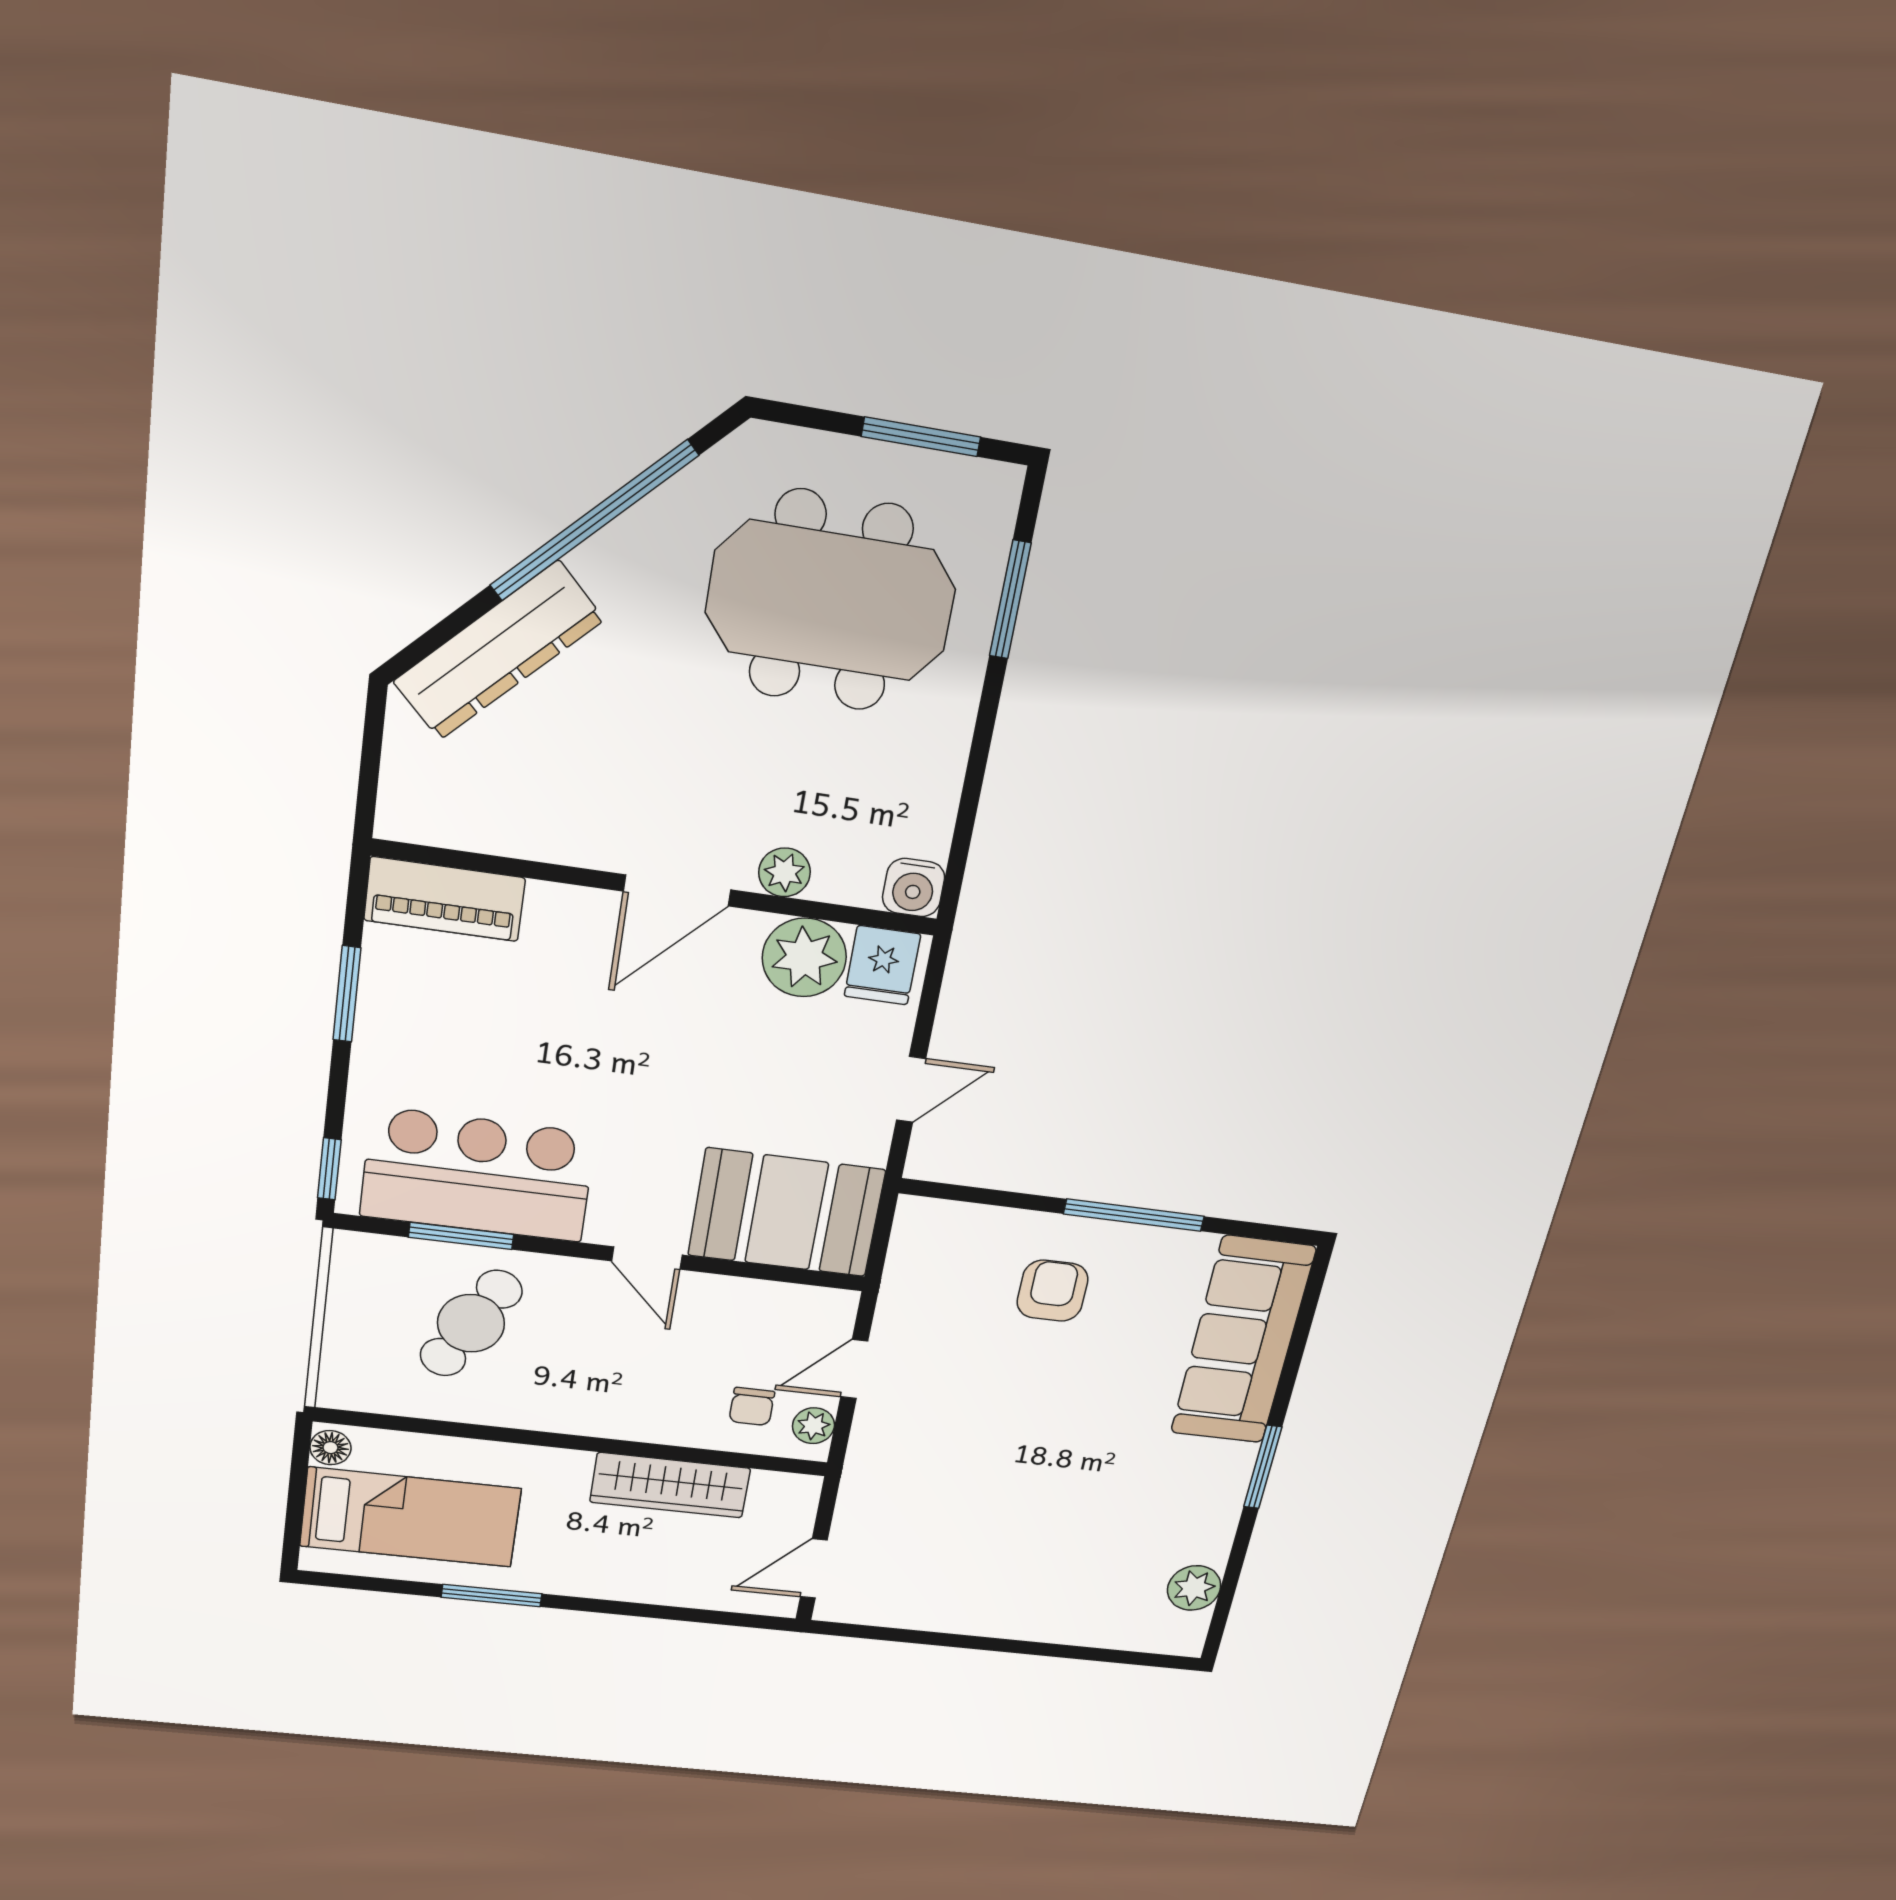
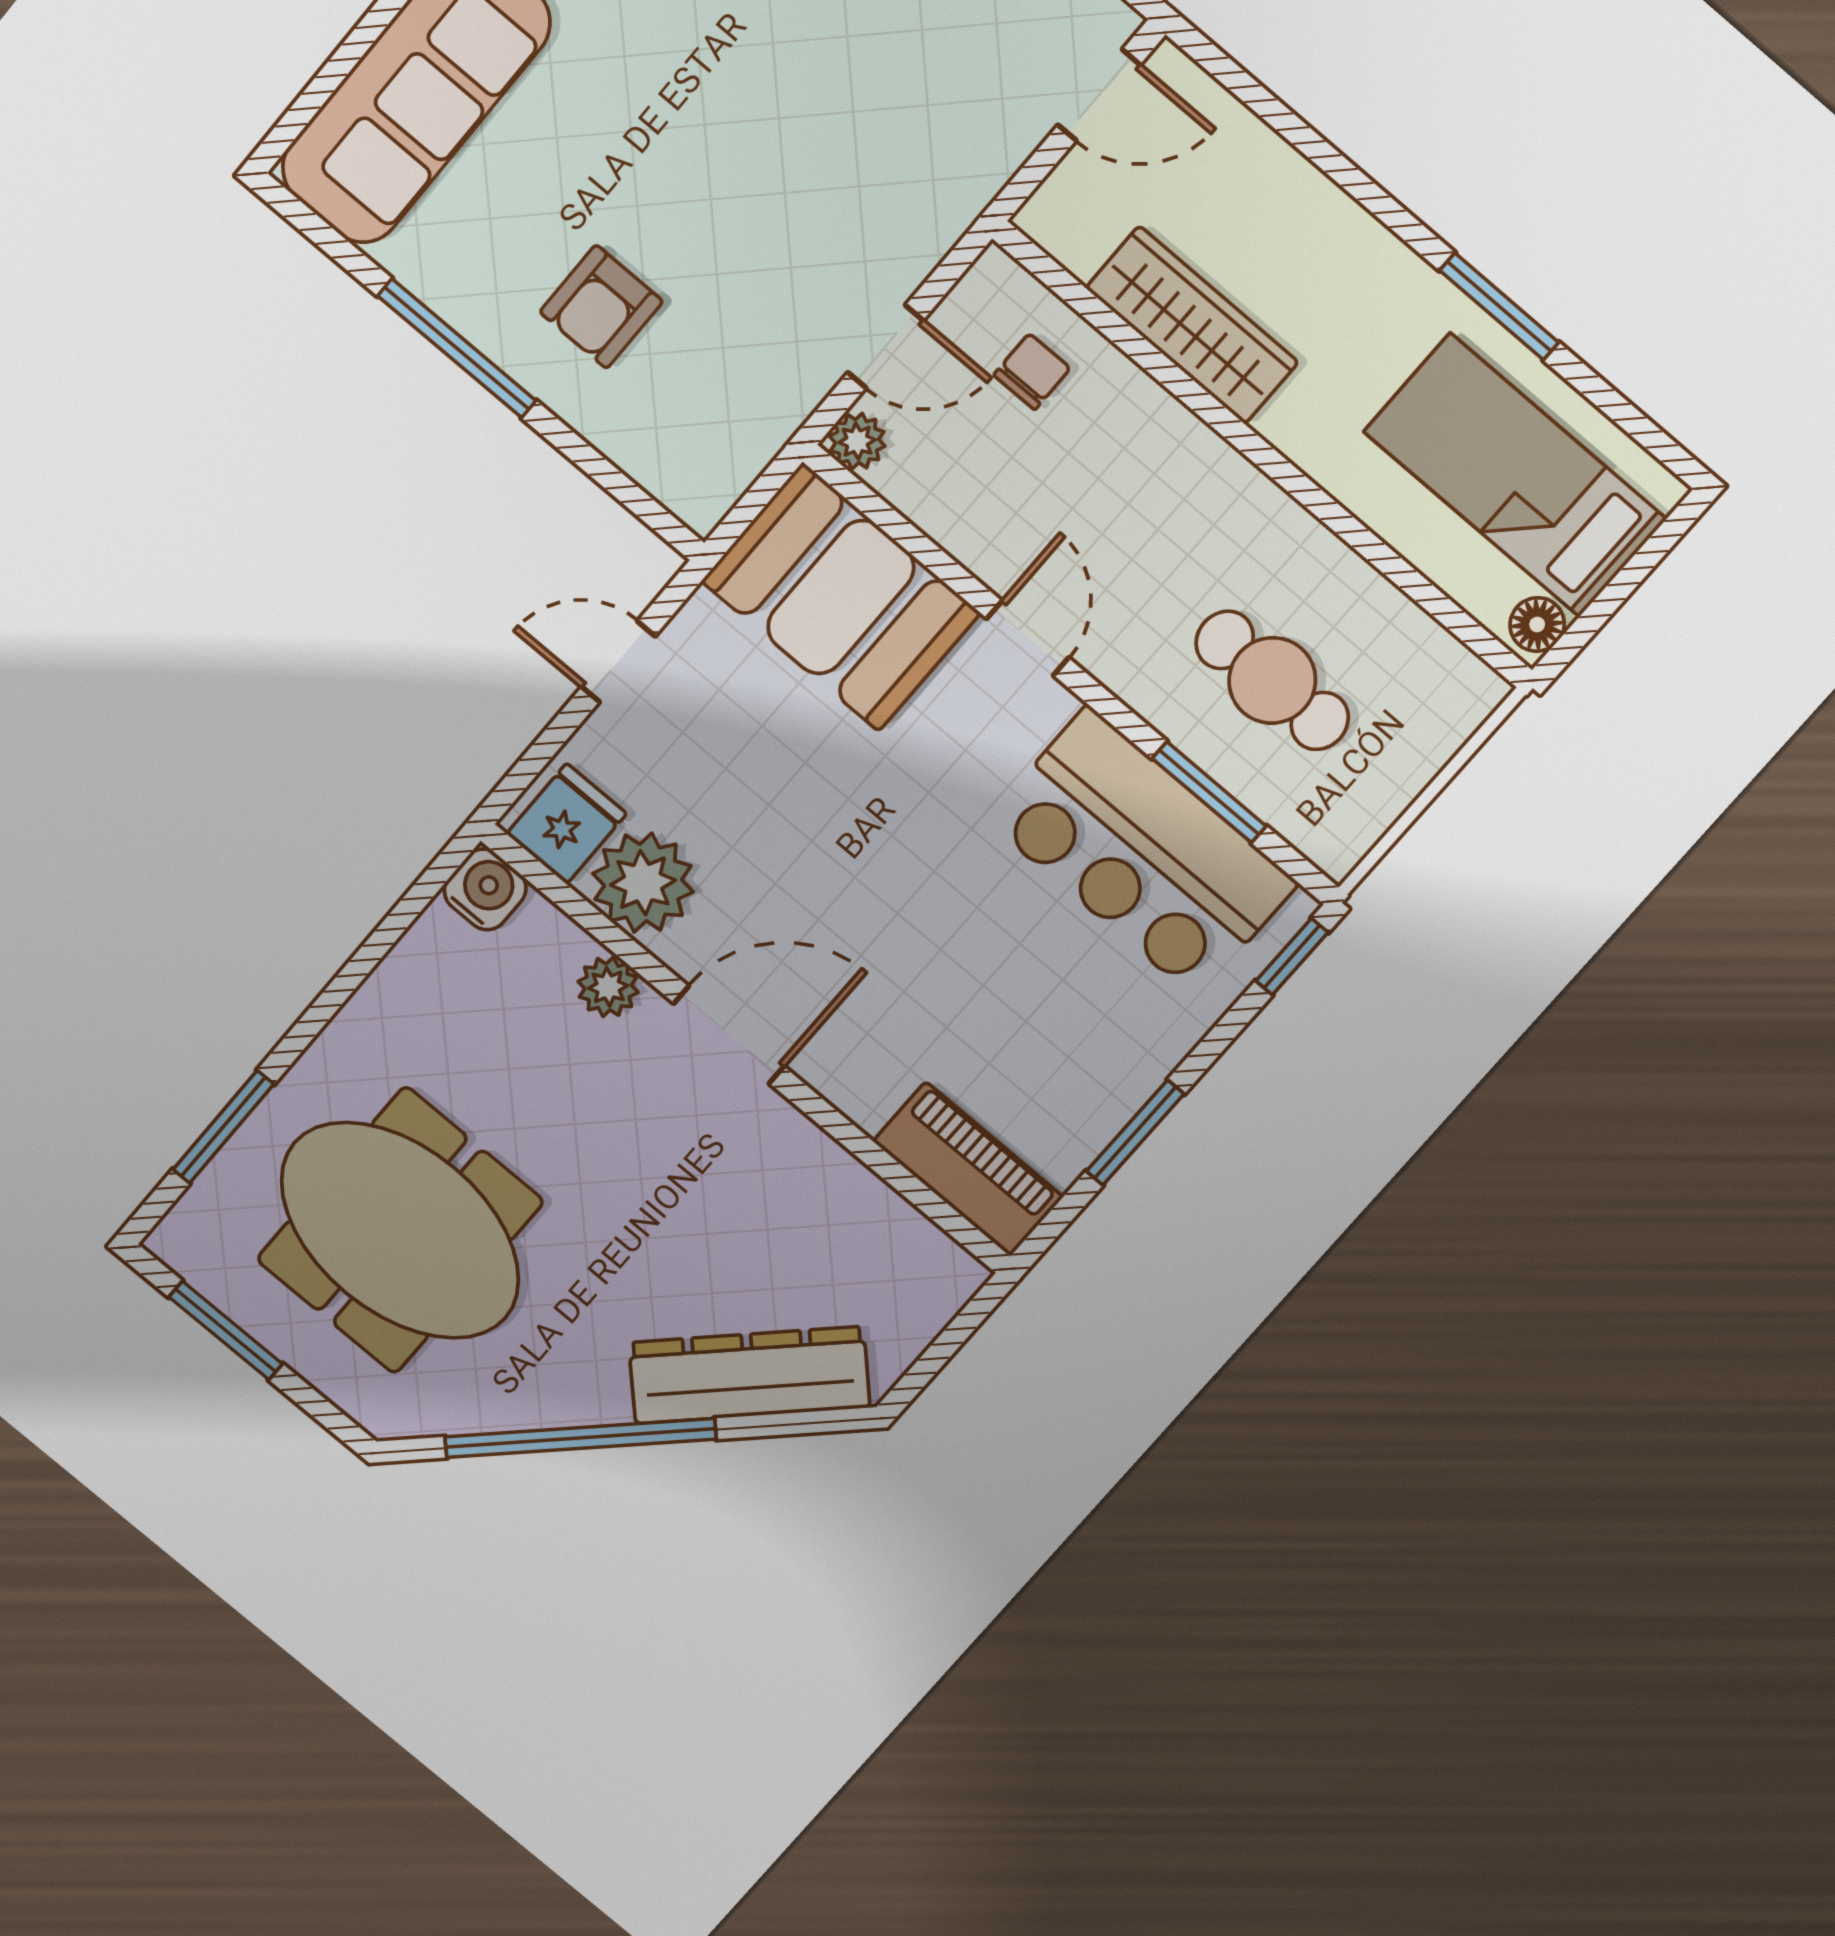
cafe table: (471, 1323) -> (1272, 680), turned 61
plant: (813, 1426) -> (857, 441), moved

